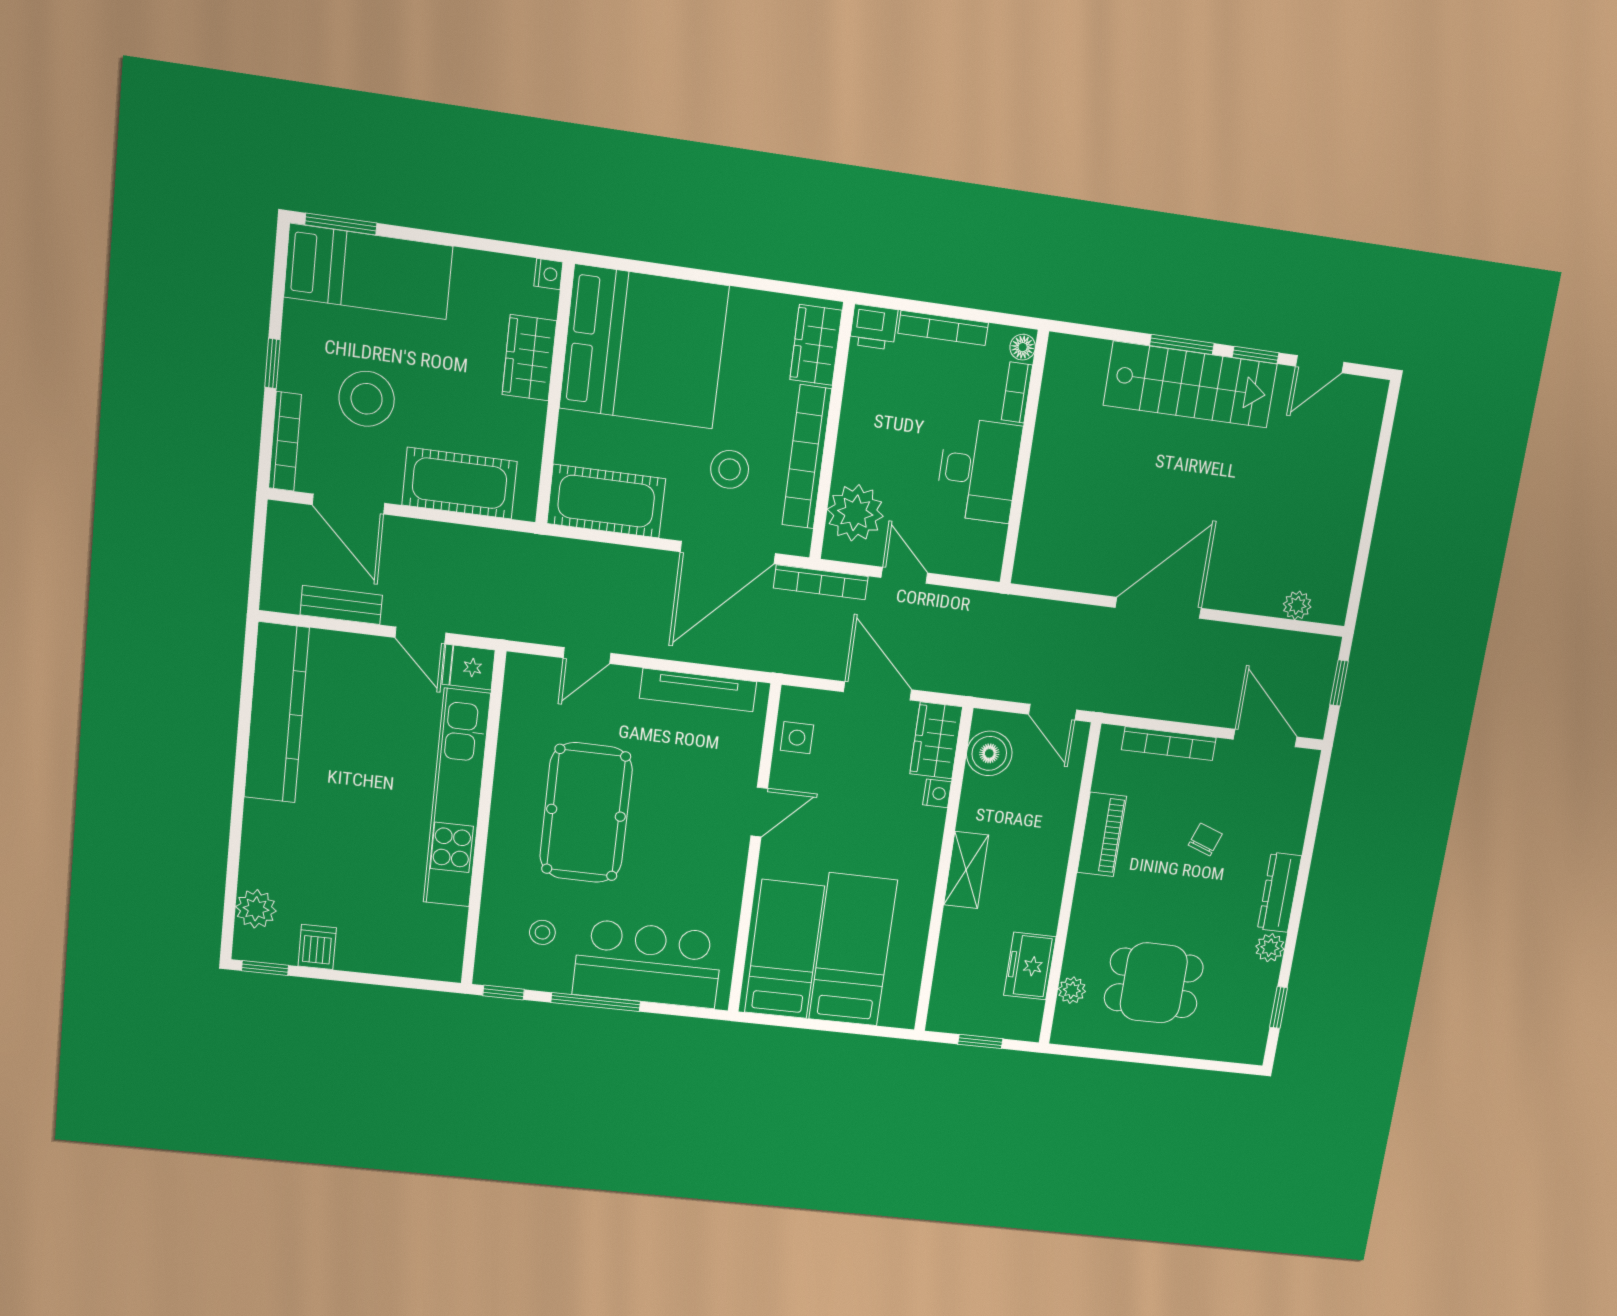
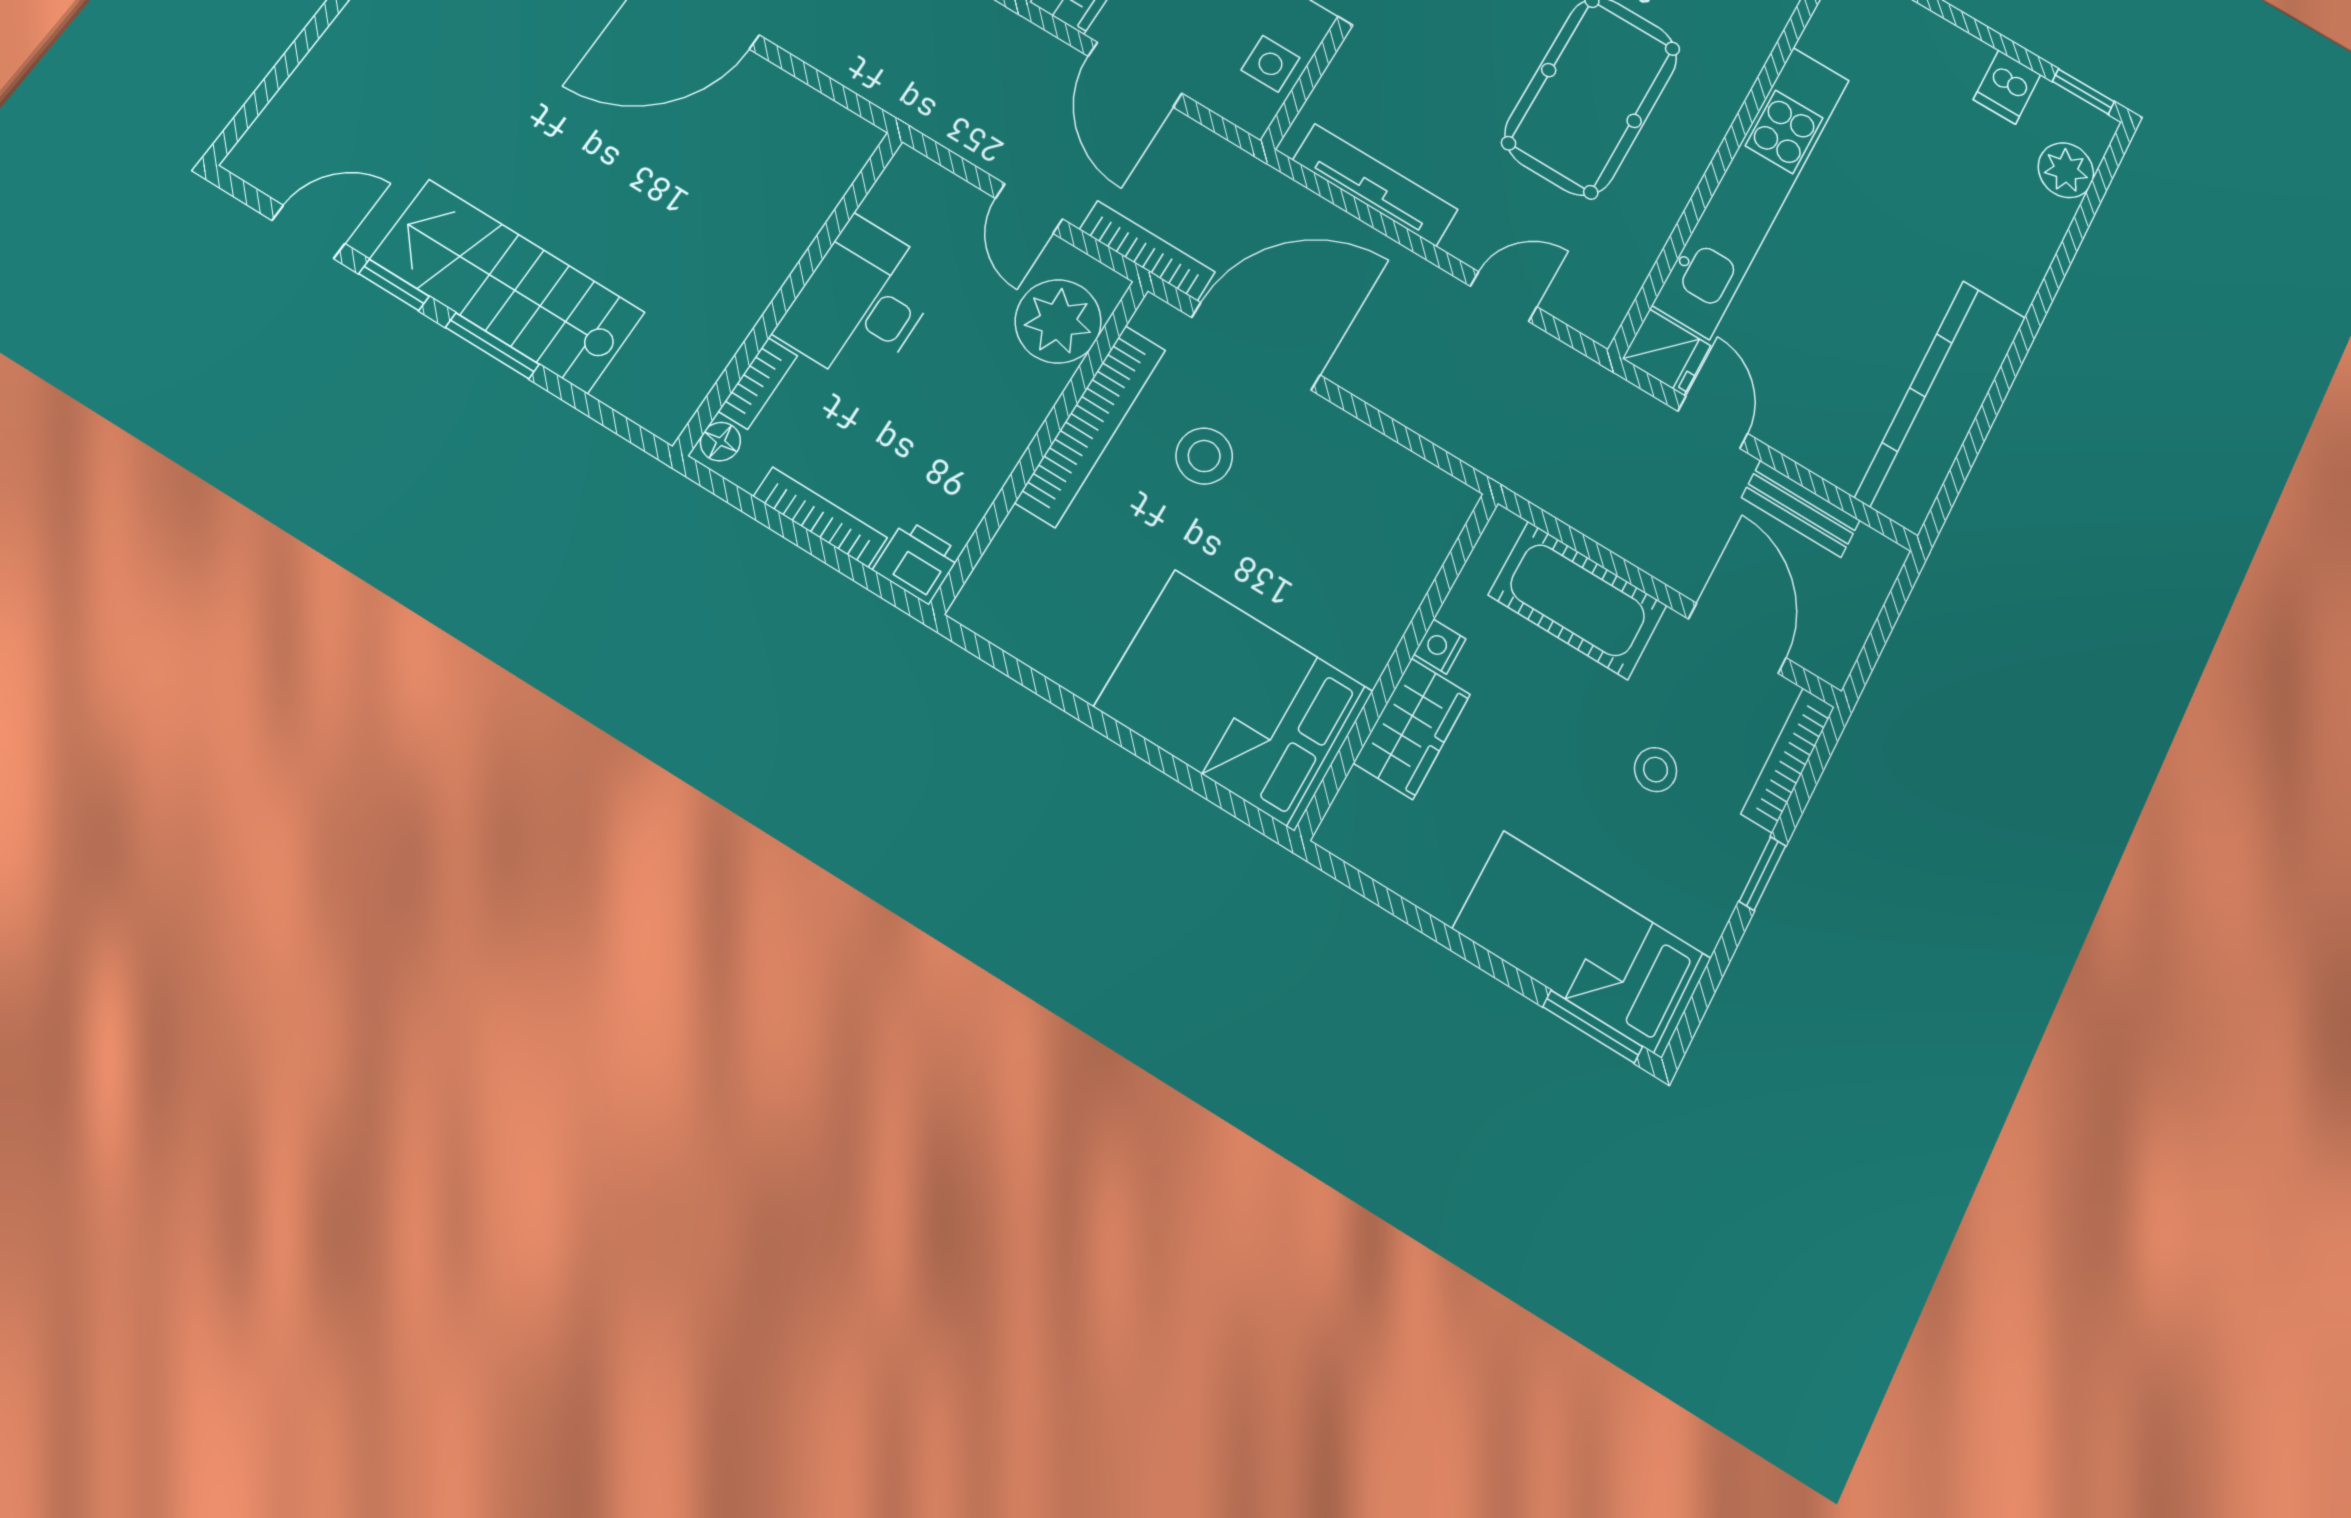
nightstand: (548, 274) -> (1440, 647), moved
wardrobe: (816, 345) -> (1009, 572), removed
bed: (644, 347) -> (1234, 699), width x0.73
stool: (367, 399) -> (1656, 770), width x0.53, depth x0.53
cot: (606, 501) -> (1390, 488), removed

